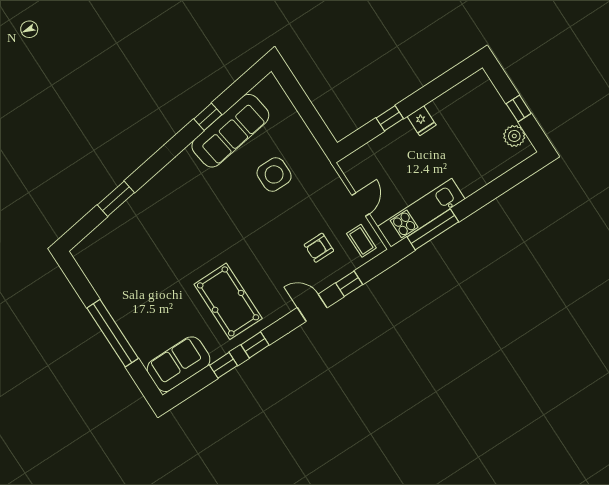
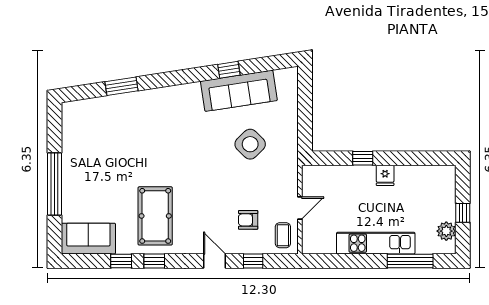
side table: (274, 174) -> (250, 144), turned 45
kitchen unit: (421, 213) -> (376, 243), moved
window: (433, 229) -> (410, 261), moved

